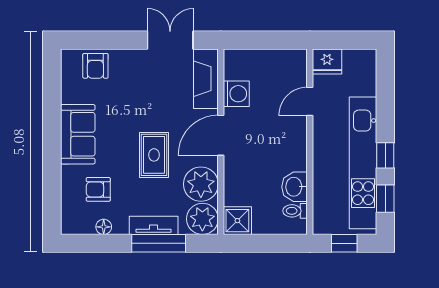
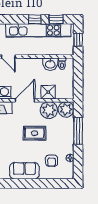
door: (221, 135) -> (25, 100), swing flipped
shower: (237, 221) -> (48, 92), moved
tv unit: (154, 225) -> (69, 133), removed

